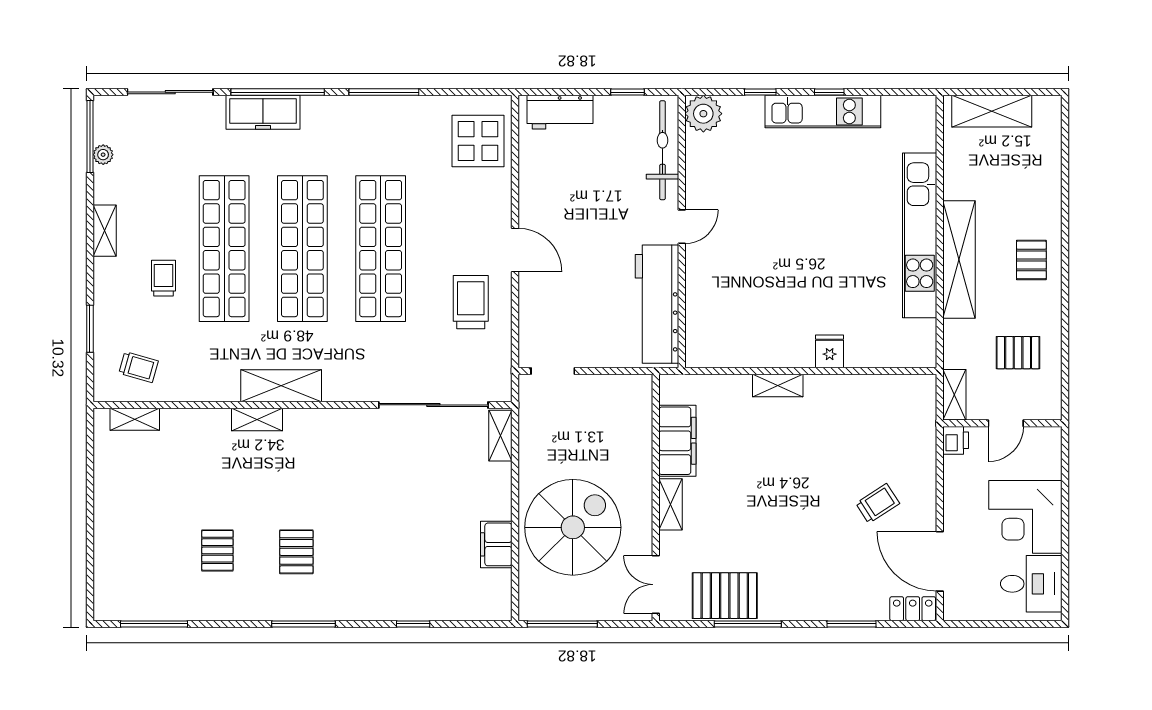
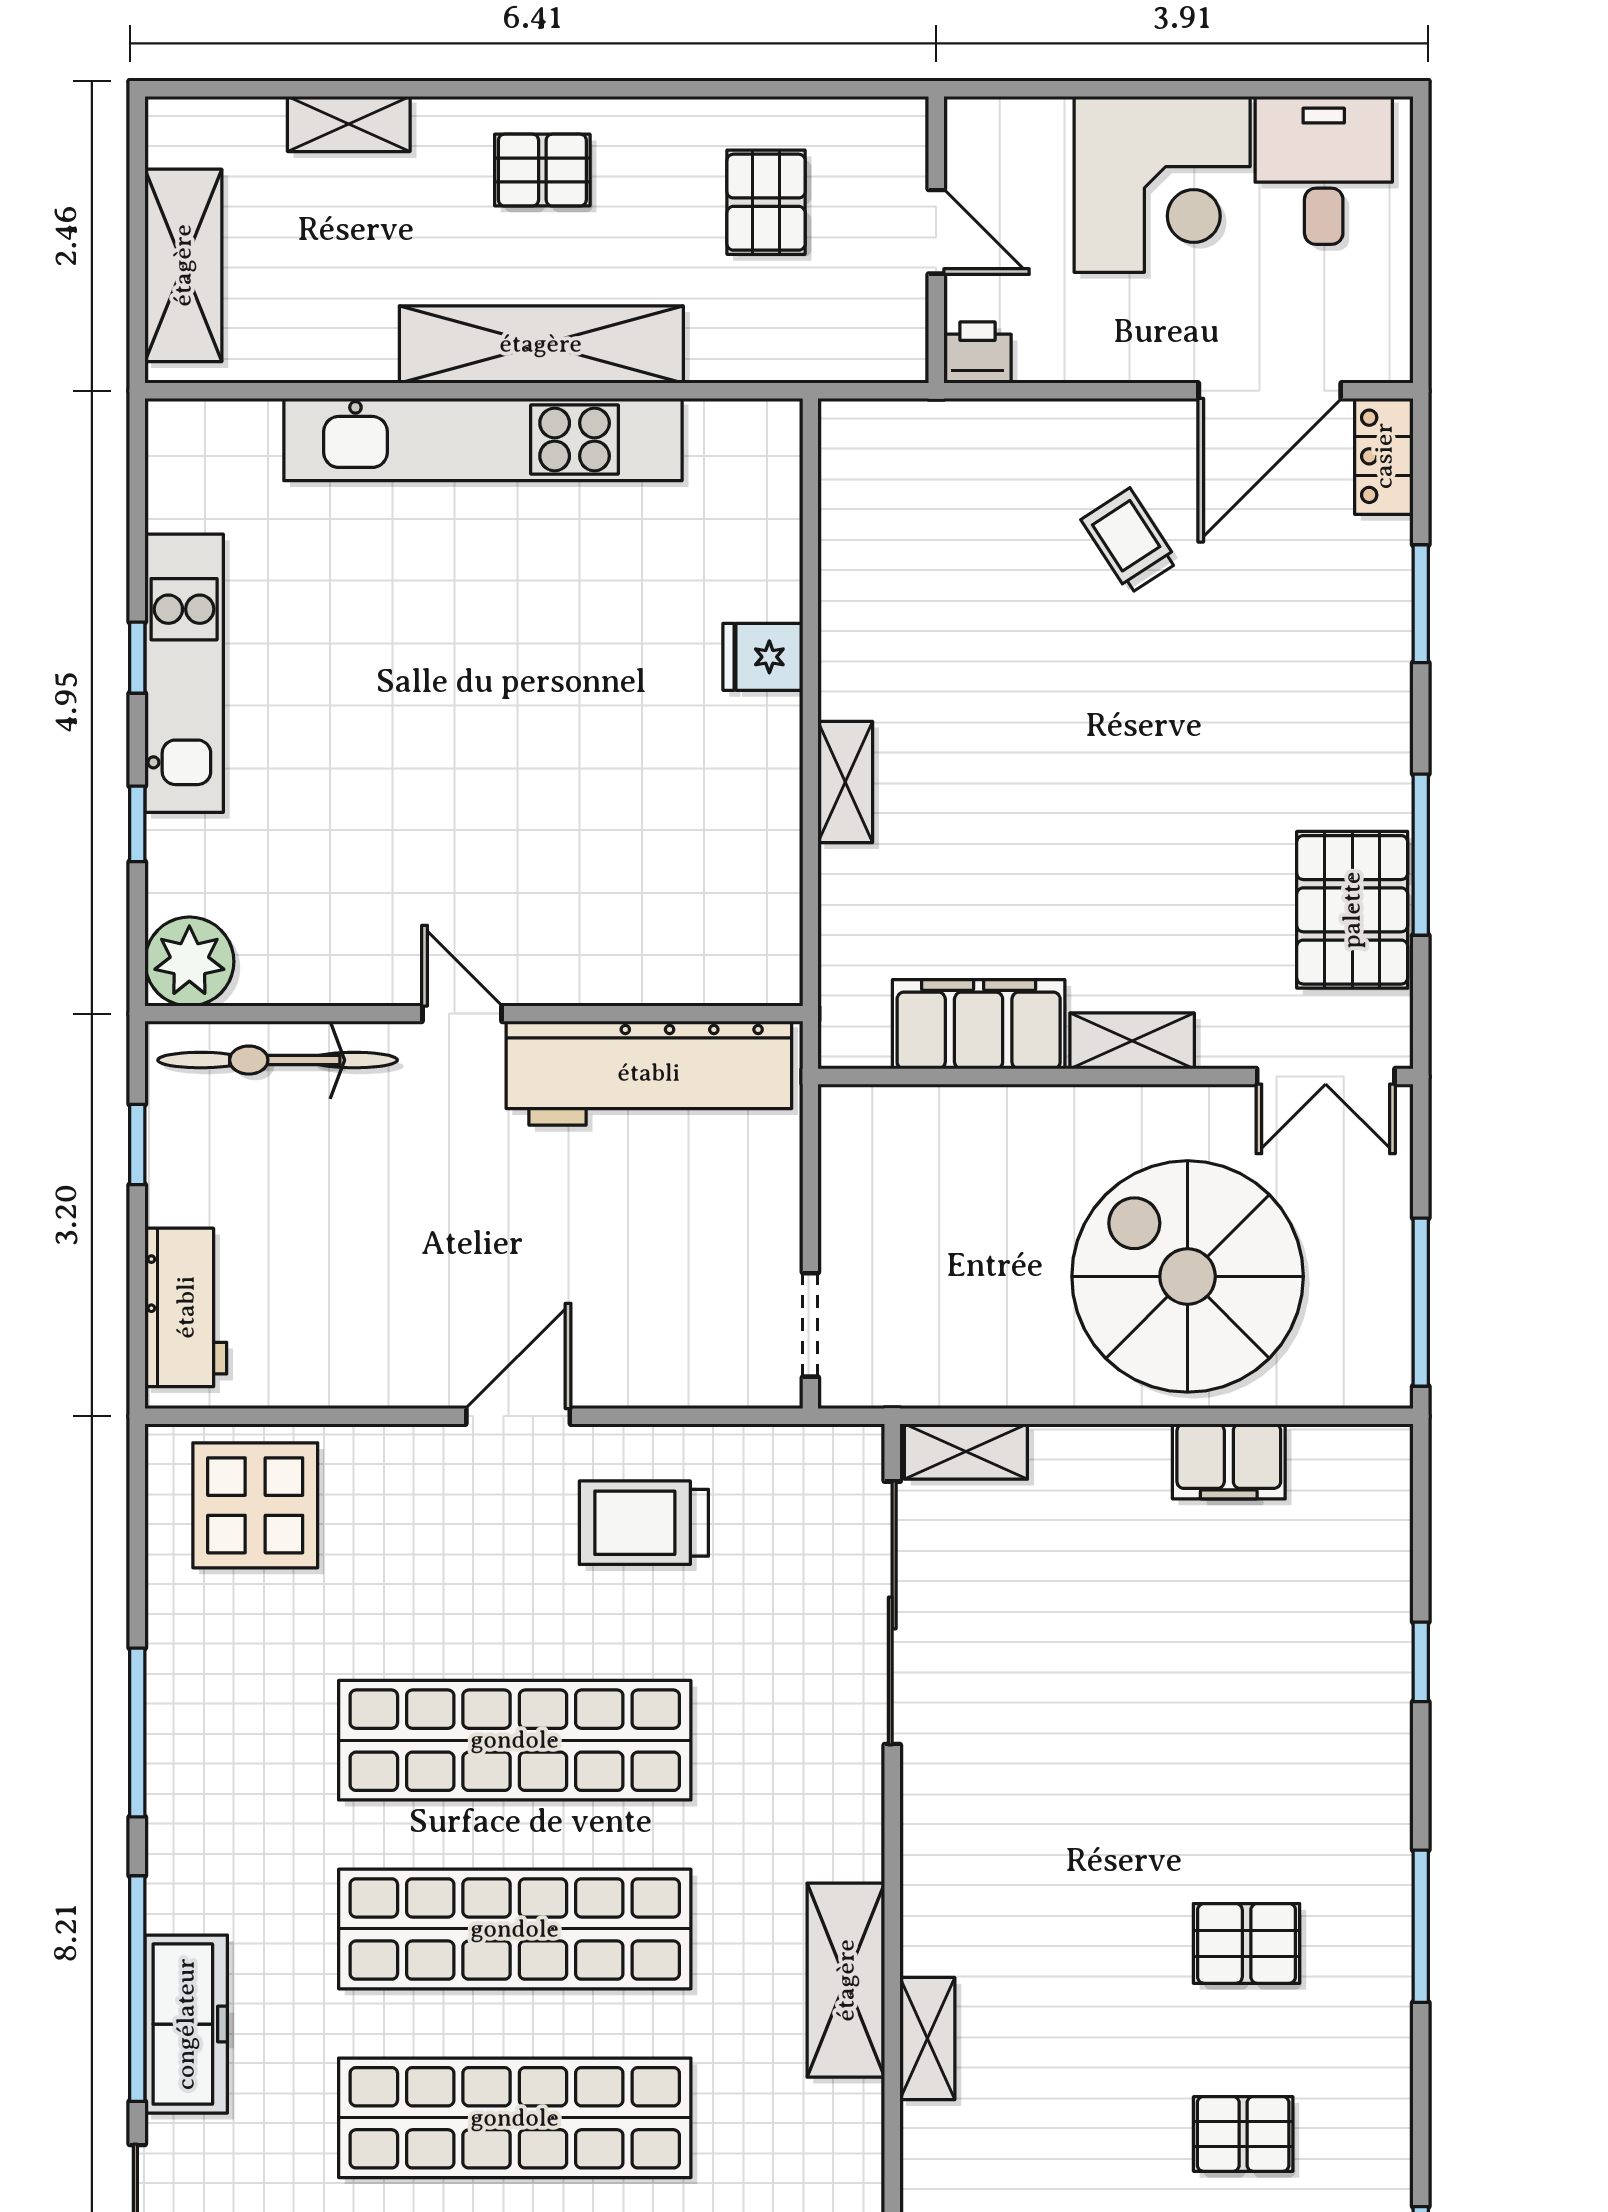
shelving: (954, 395) -> (349, 124), moved

